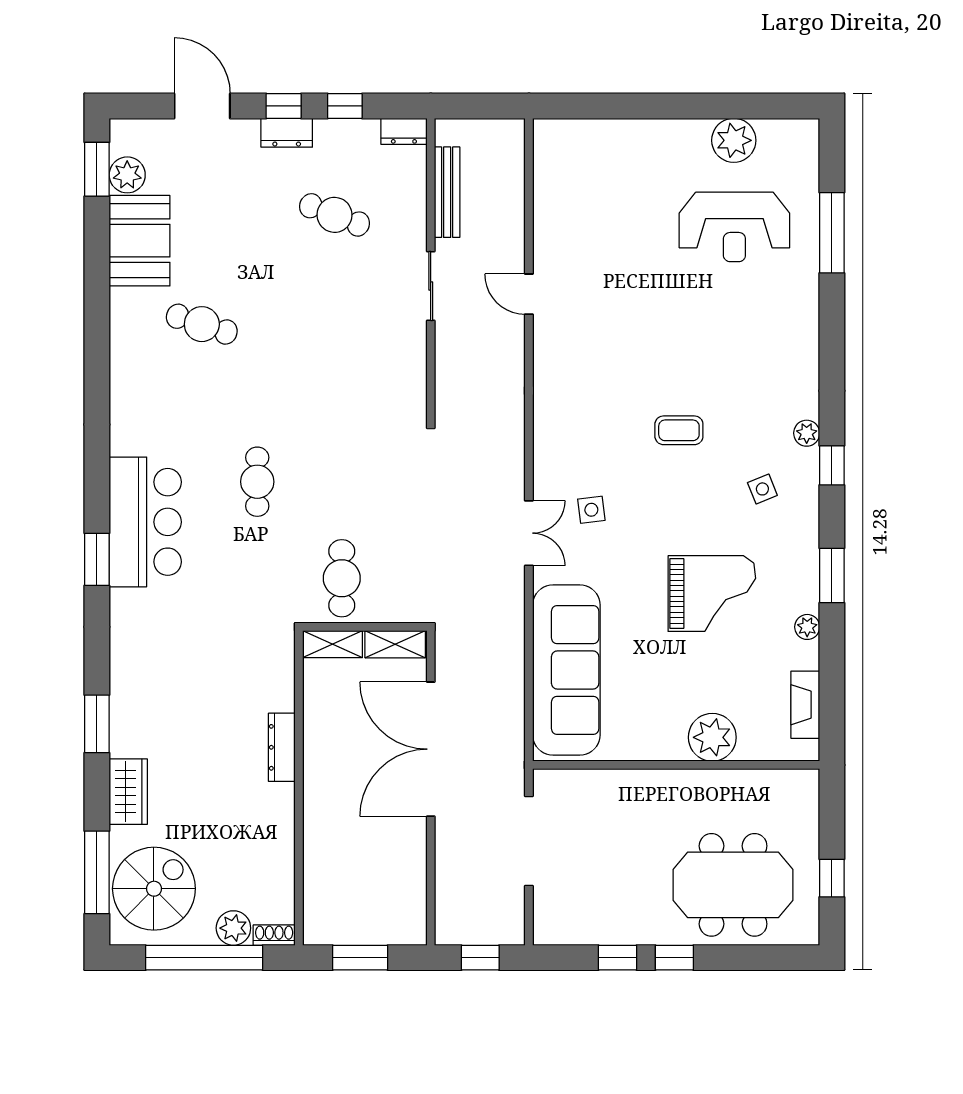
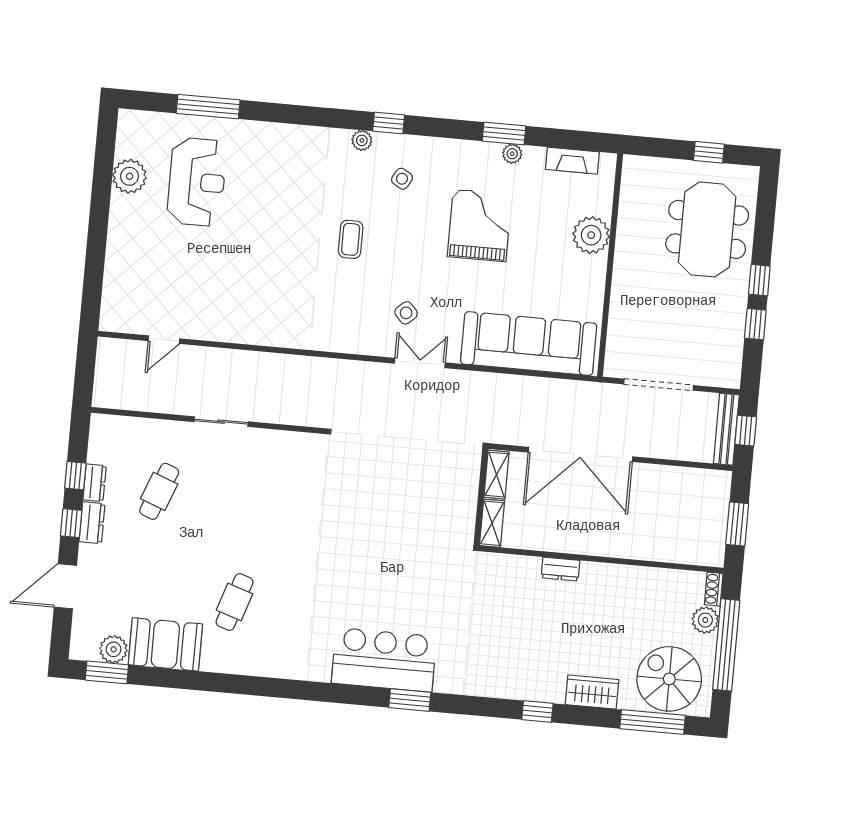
dresser: (404, 131) -> (95, 483), moved
bench: (447, 192) -> (726, 429), moved, turned 90
door: (529, 294) -> (164, 340), moved
cafe table: (257, 482) -> (361, 570), removed
side table: (762, 489) -> (402, 179), turned -38
side table: (591, 510) -> (406, 313), turned -35
window: (832, 575) -> (504, 134), moved
cafe table: (342, 578) -> (442, 511), removed
window: (97, 724) -> (537, 712), width x0.67
dresser: (282, 747) -> (560, 569), width x0.70

